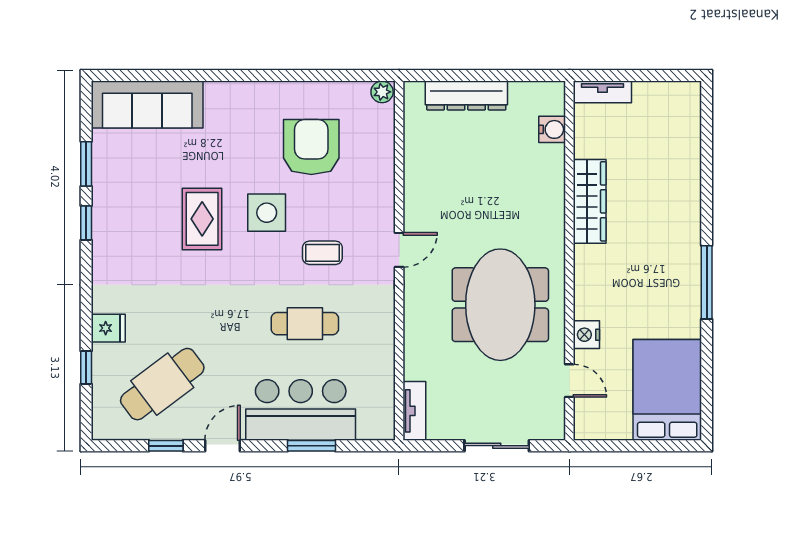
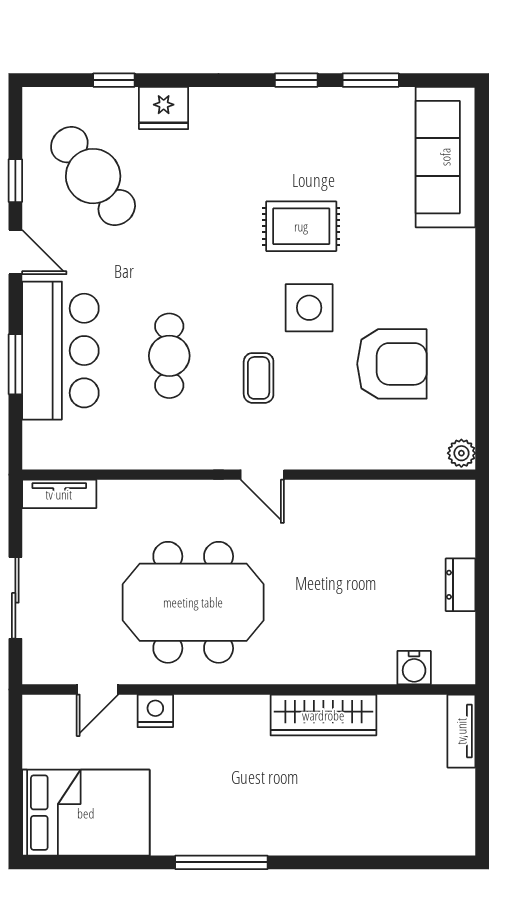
dresser: (466, 95) -> (461, 585), width x0.51, depth x0.80
fridge: (108, 328) -> (164, 108), width x1.38

